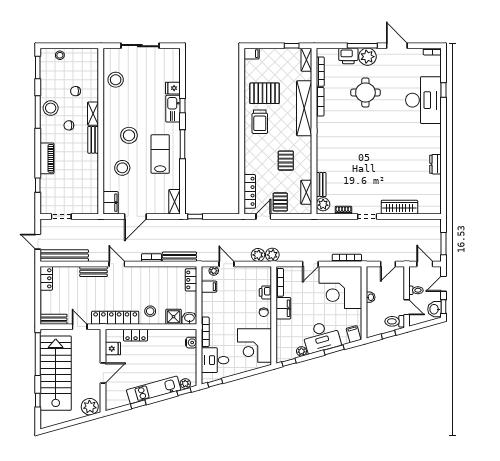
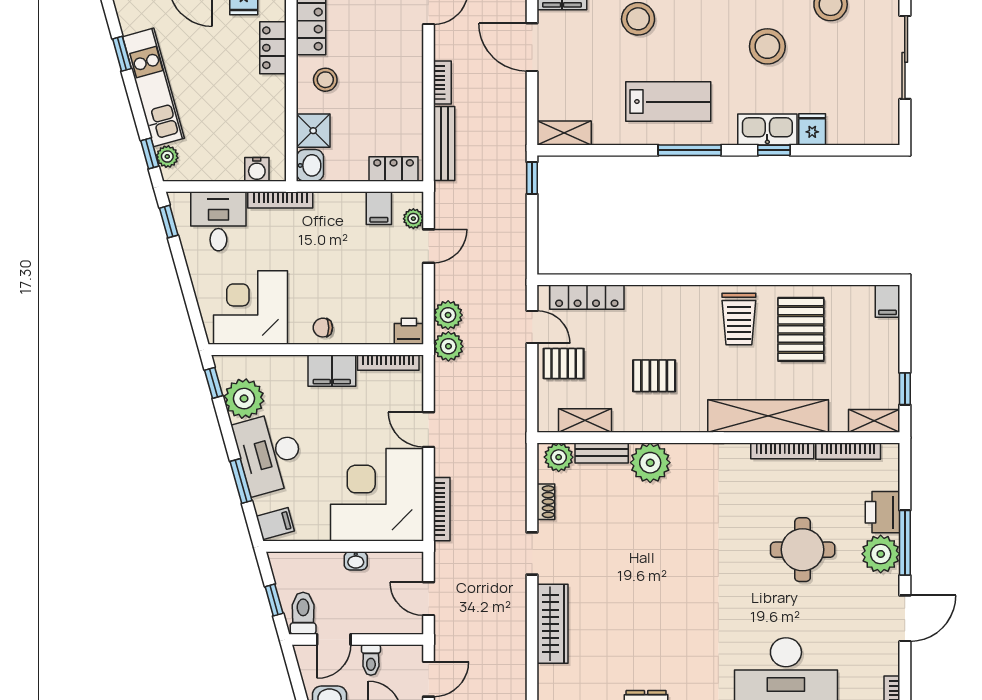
trolley: (260, 122) -> (739, 319), turned -90
stool: (129, 135) -> (767, 46), moved
plant: (326, 162) -> (650, 463), added
printer: (265, 292) -> (409, 331), moved
plant: (301, 351) -> (244, 399), width x1.88, depth x1.88

